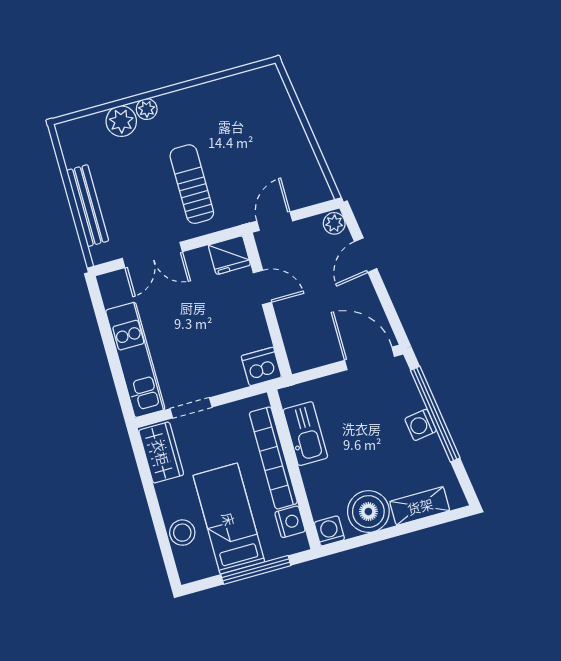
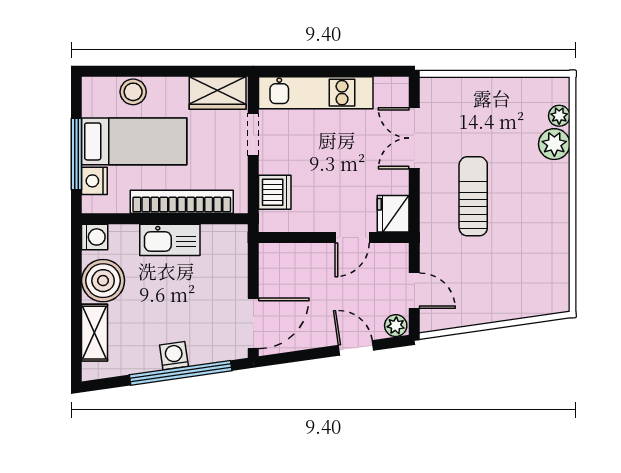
plant: (147, 109) -> (559, 116), moved
sun lounger: (192, 184) -> (473, 196), turned -90
bench: (88, 206) -> (480, 88), removed
door: (275, 221) -> (414, 291), moved
dishwasher: (261, 367) -> (275, 192), moved
kitchen sink: (305, 434) -> (170, 240), moved
nightstand: (290, 522) -> (94, 181), moved, turned 90

